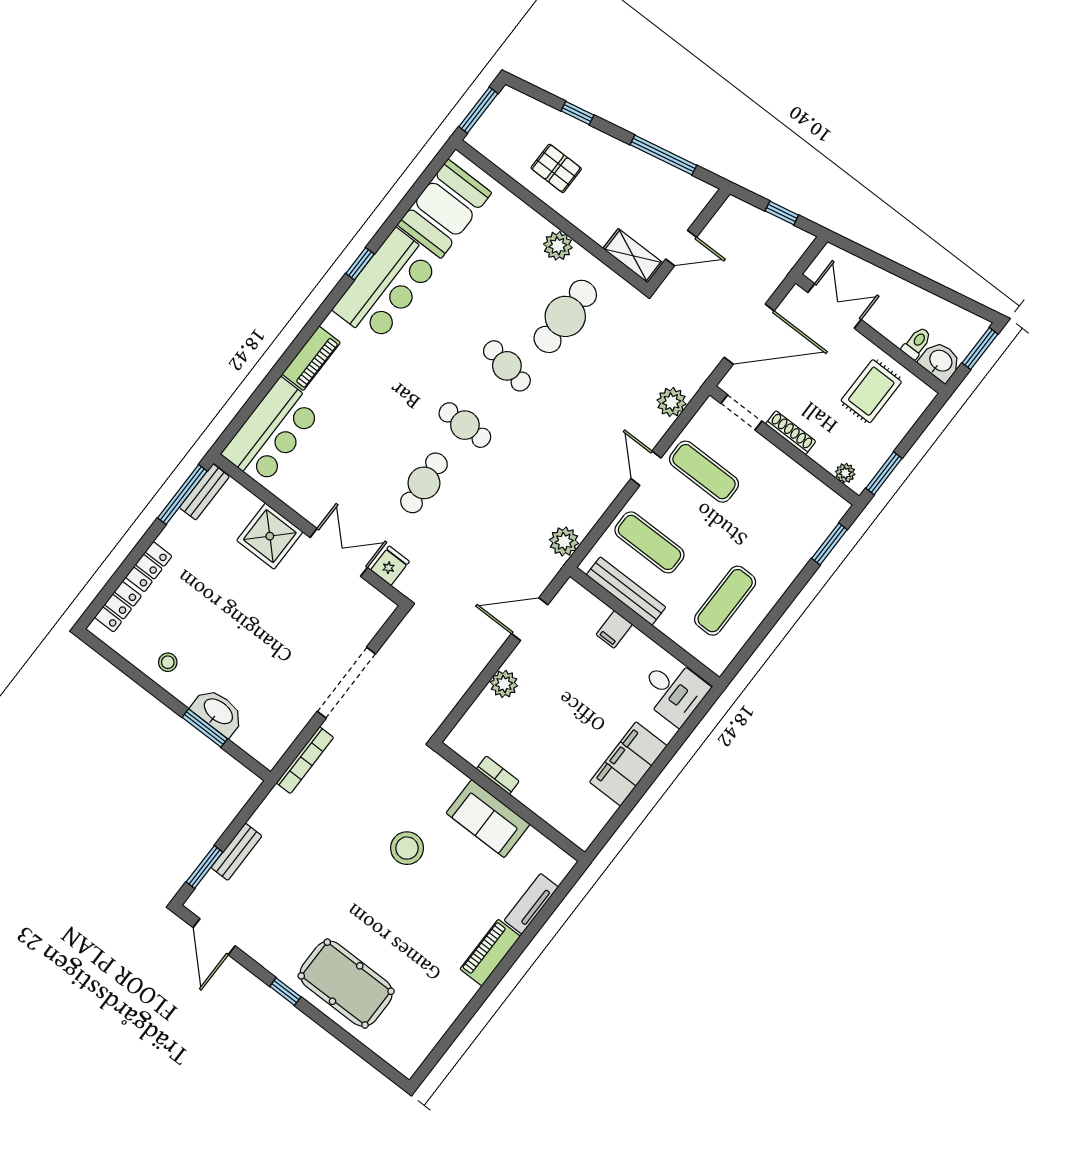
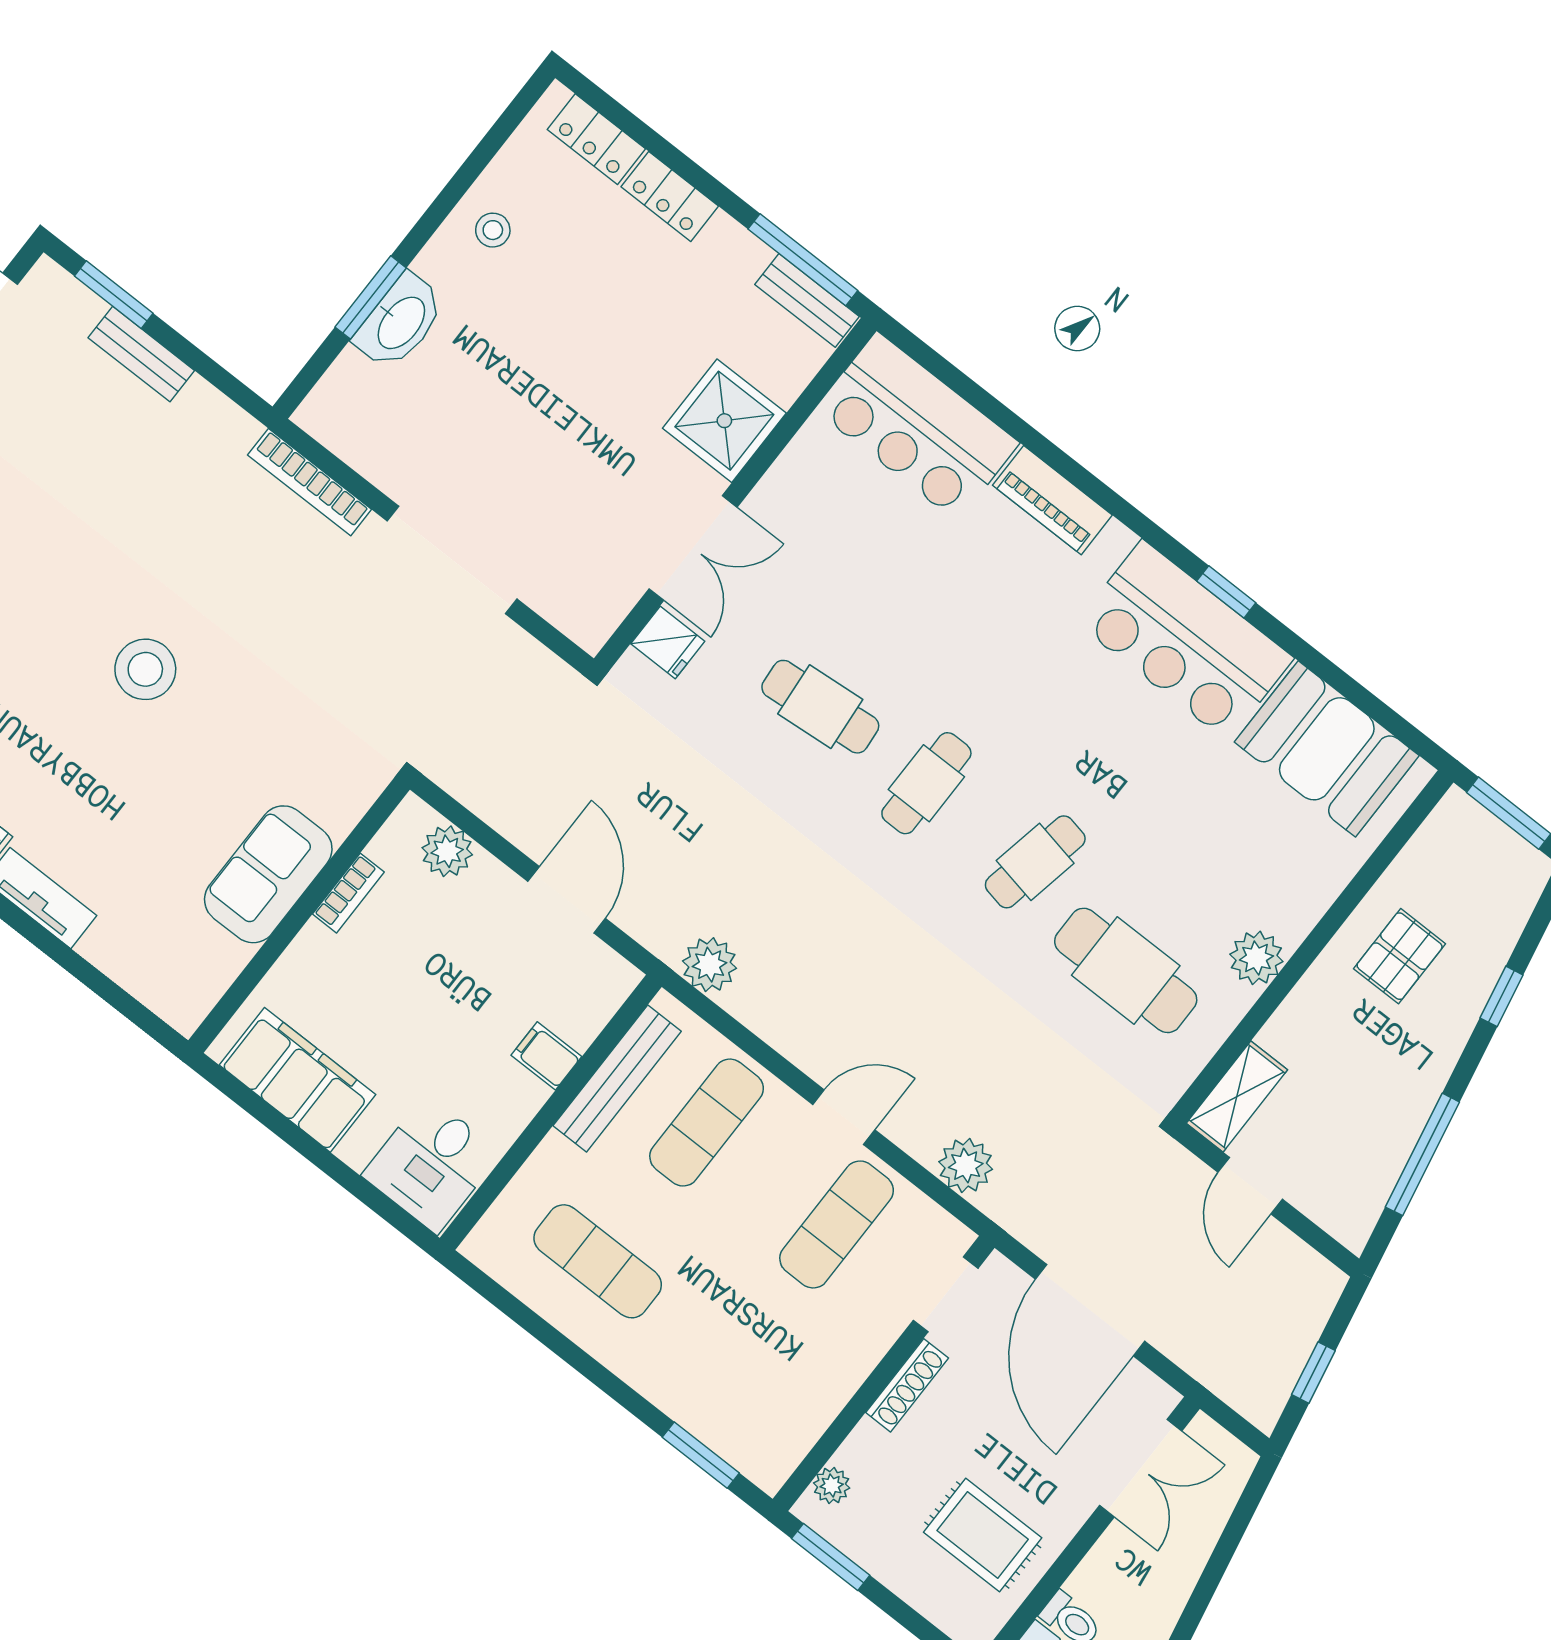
bookcase: (498, 775) -> (348, 893), moved
wall: (510, 802) -> (299, 915), moved
sofa: (488, 819) -> (268, 874), moved

